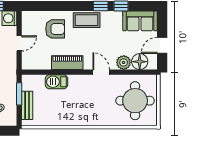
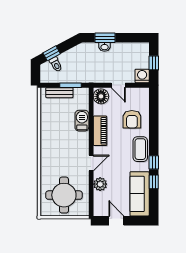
sofa: (140, 21) -> (140, 194), width x1.36
floor lamp: (140, 62) -> (101, 96), moved

